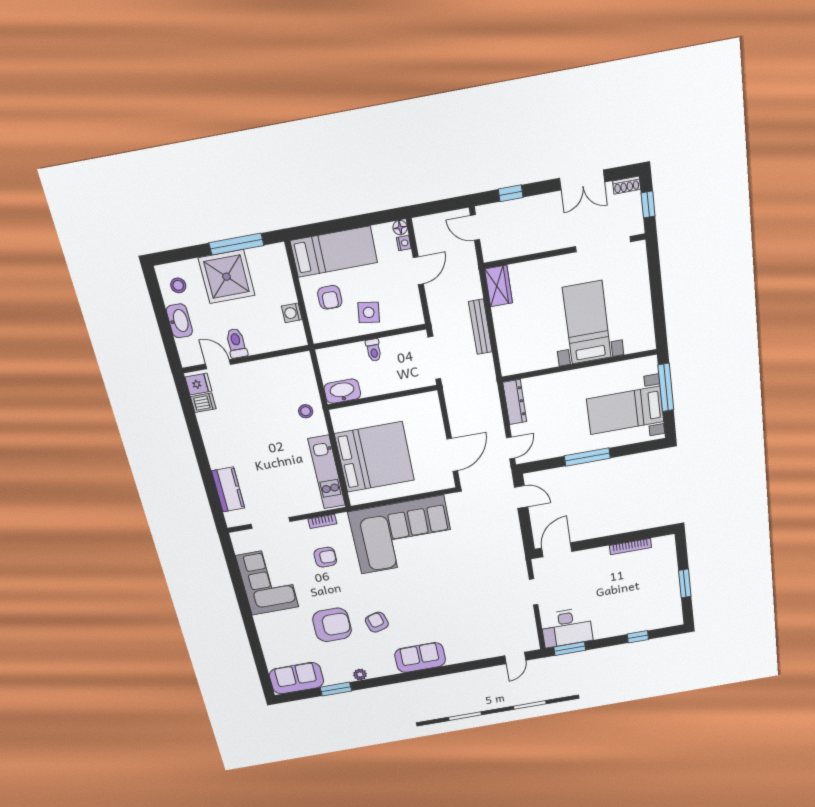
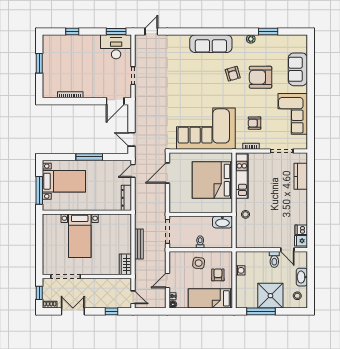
sofa: (420, 658) -> (211, 44), width x1.36
sofa: (296, 678) -> (298, 69), moved, turned 90

